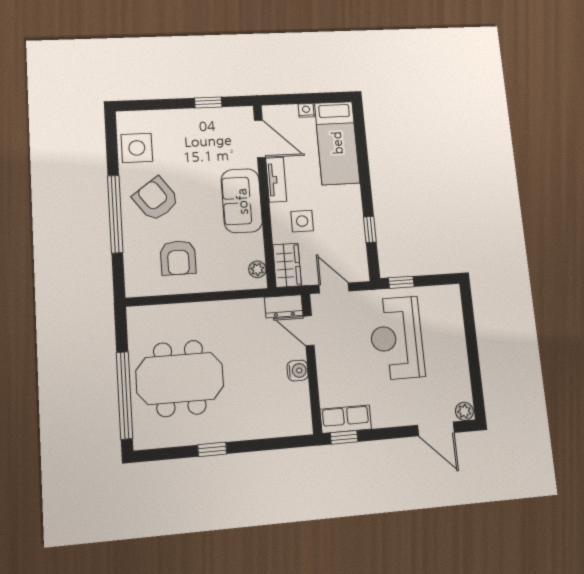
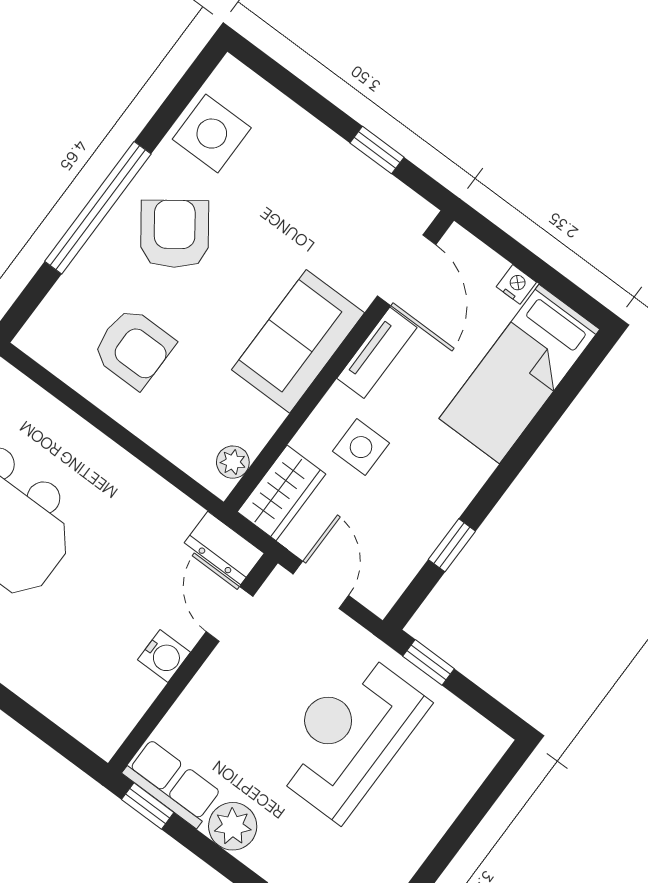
armchair: (178, 258) -> (133, 348), turned -90
plant: (384, 415) -> (233, 826), added

